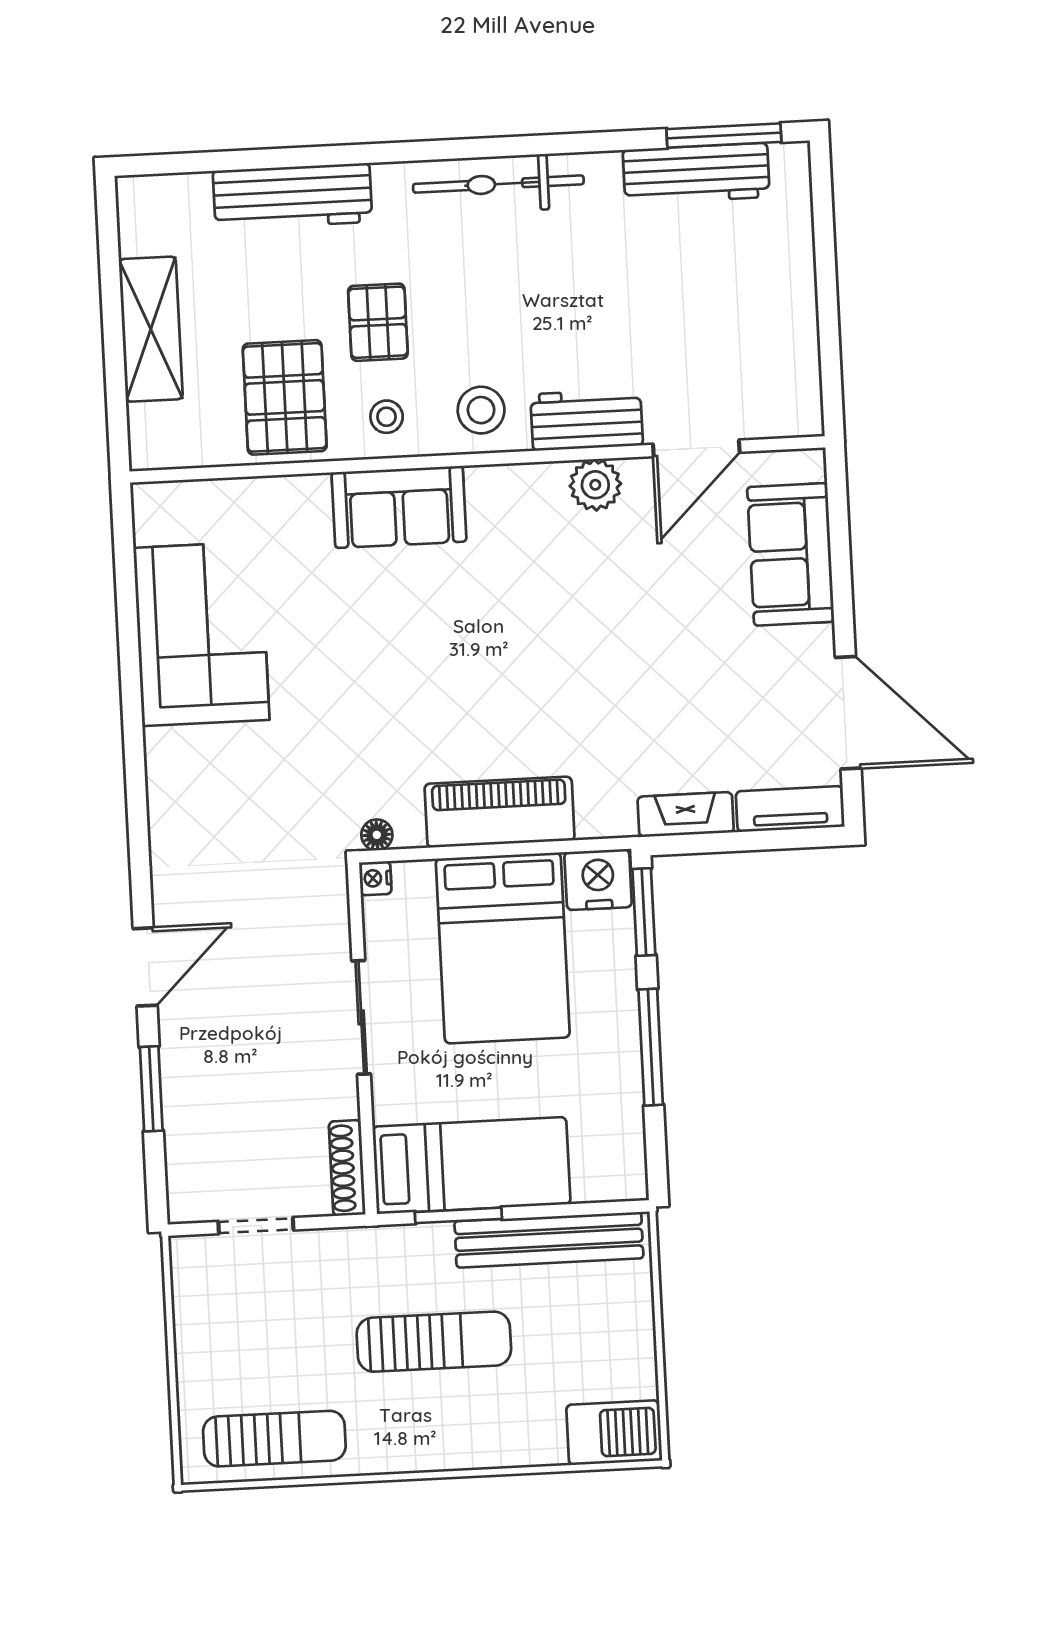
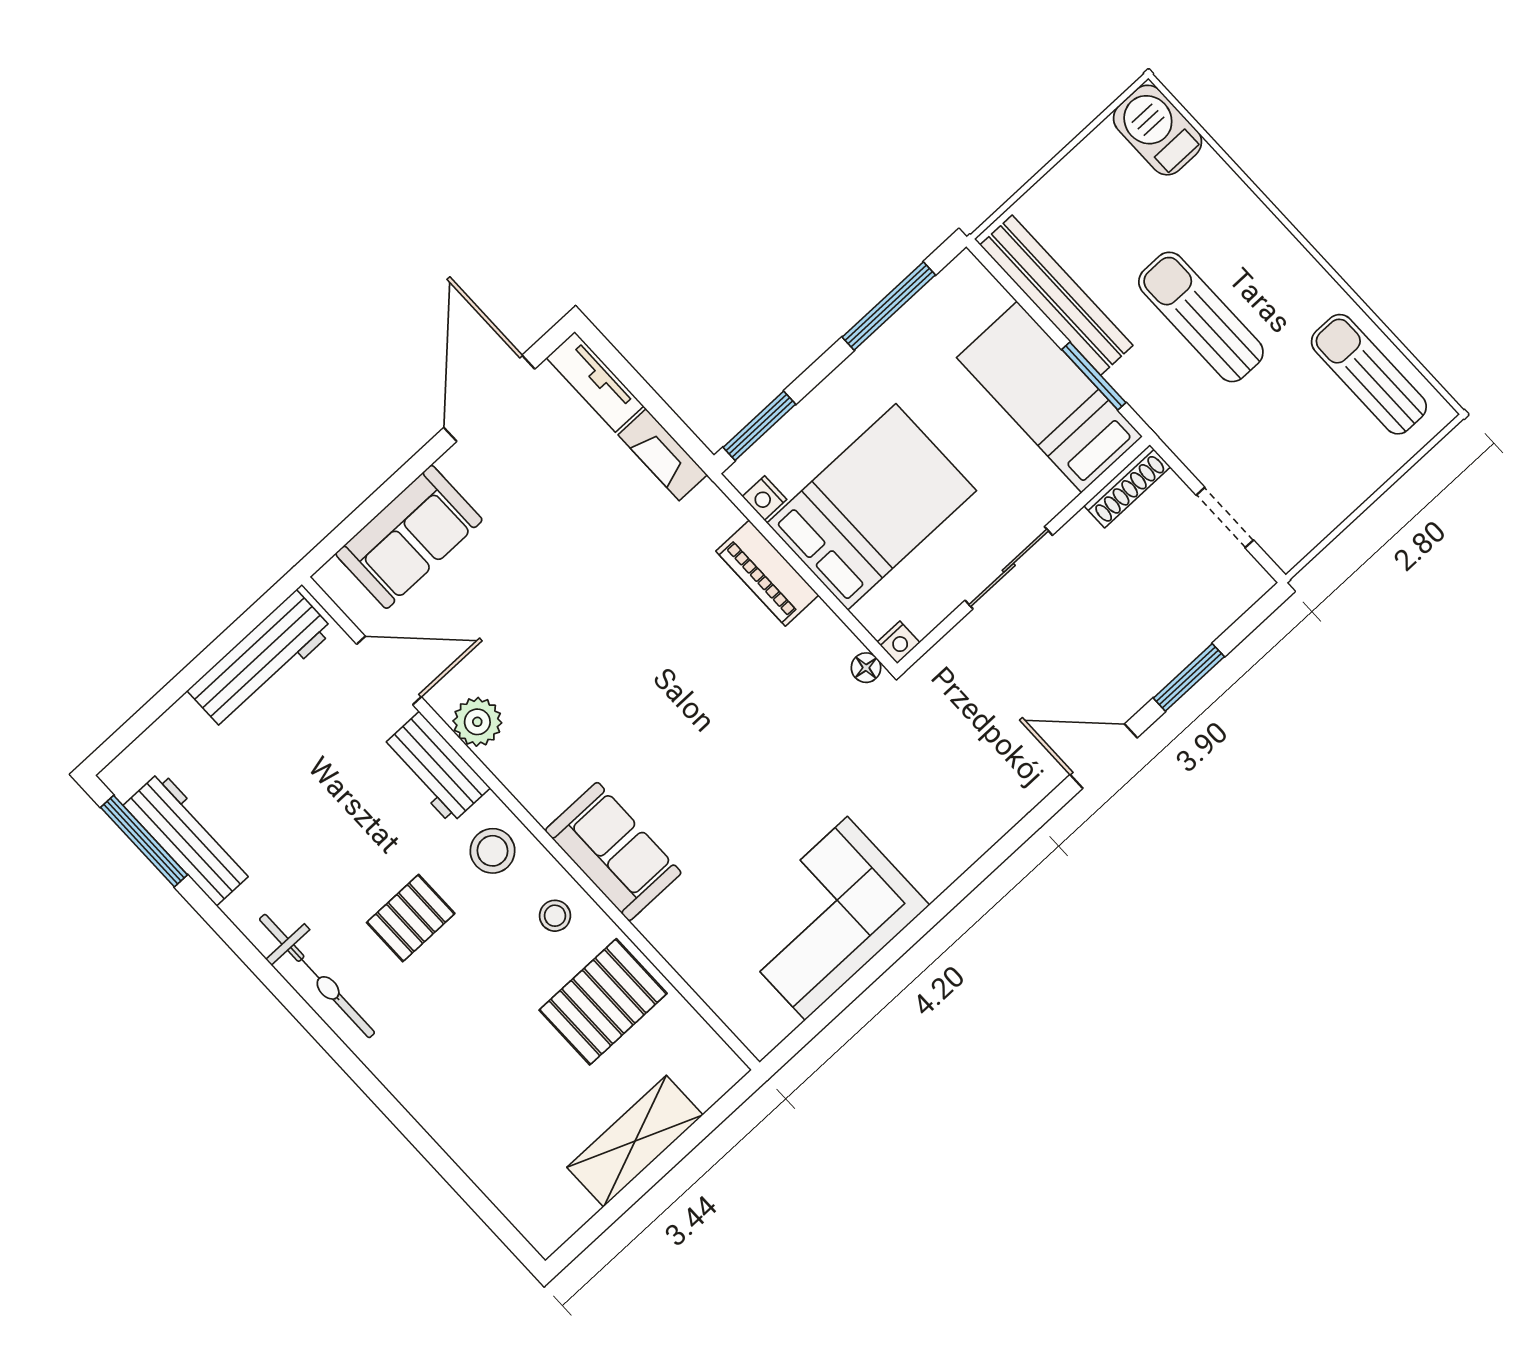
workbench: (292, 196) -> (261, 660), moved, turned 90
pallet: (378, 322) -> (411, 918), moved
piano: (500, 812) -> (767, 573), width x0.73, depth x0.75
nightstand: (598, 880) -> (764, 498), width x0.53, depth x0.56
window: (651, 1047) -> (889, 306), moved

